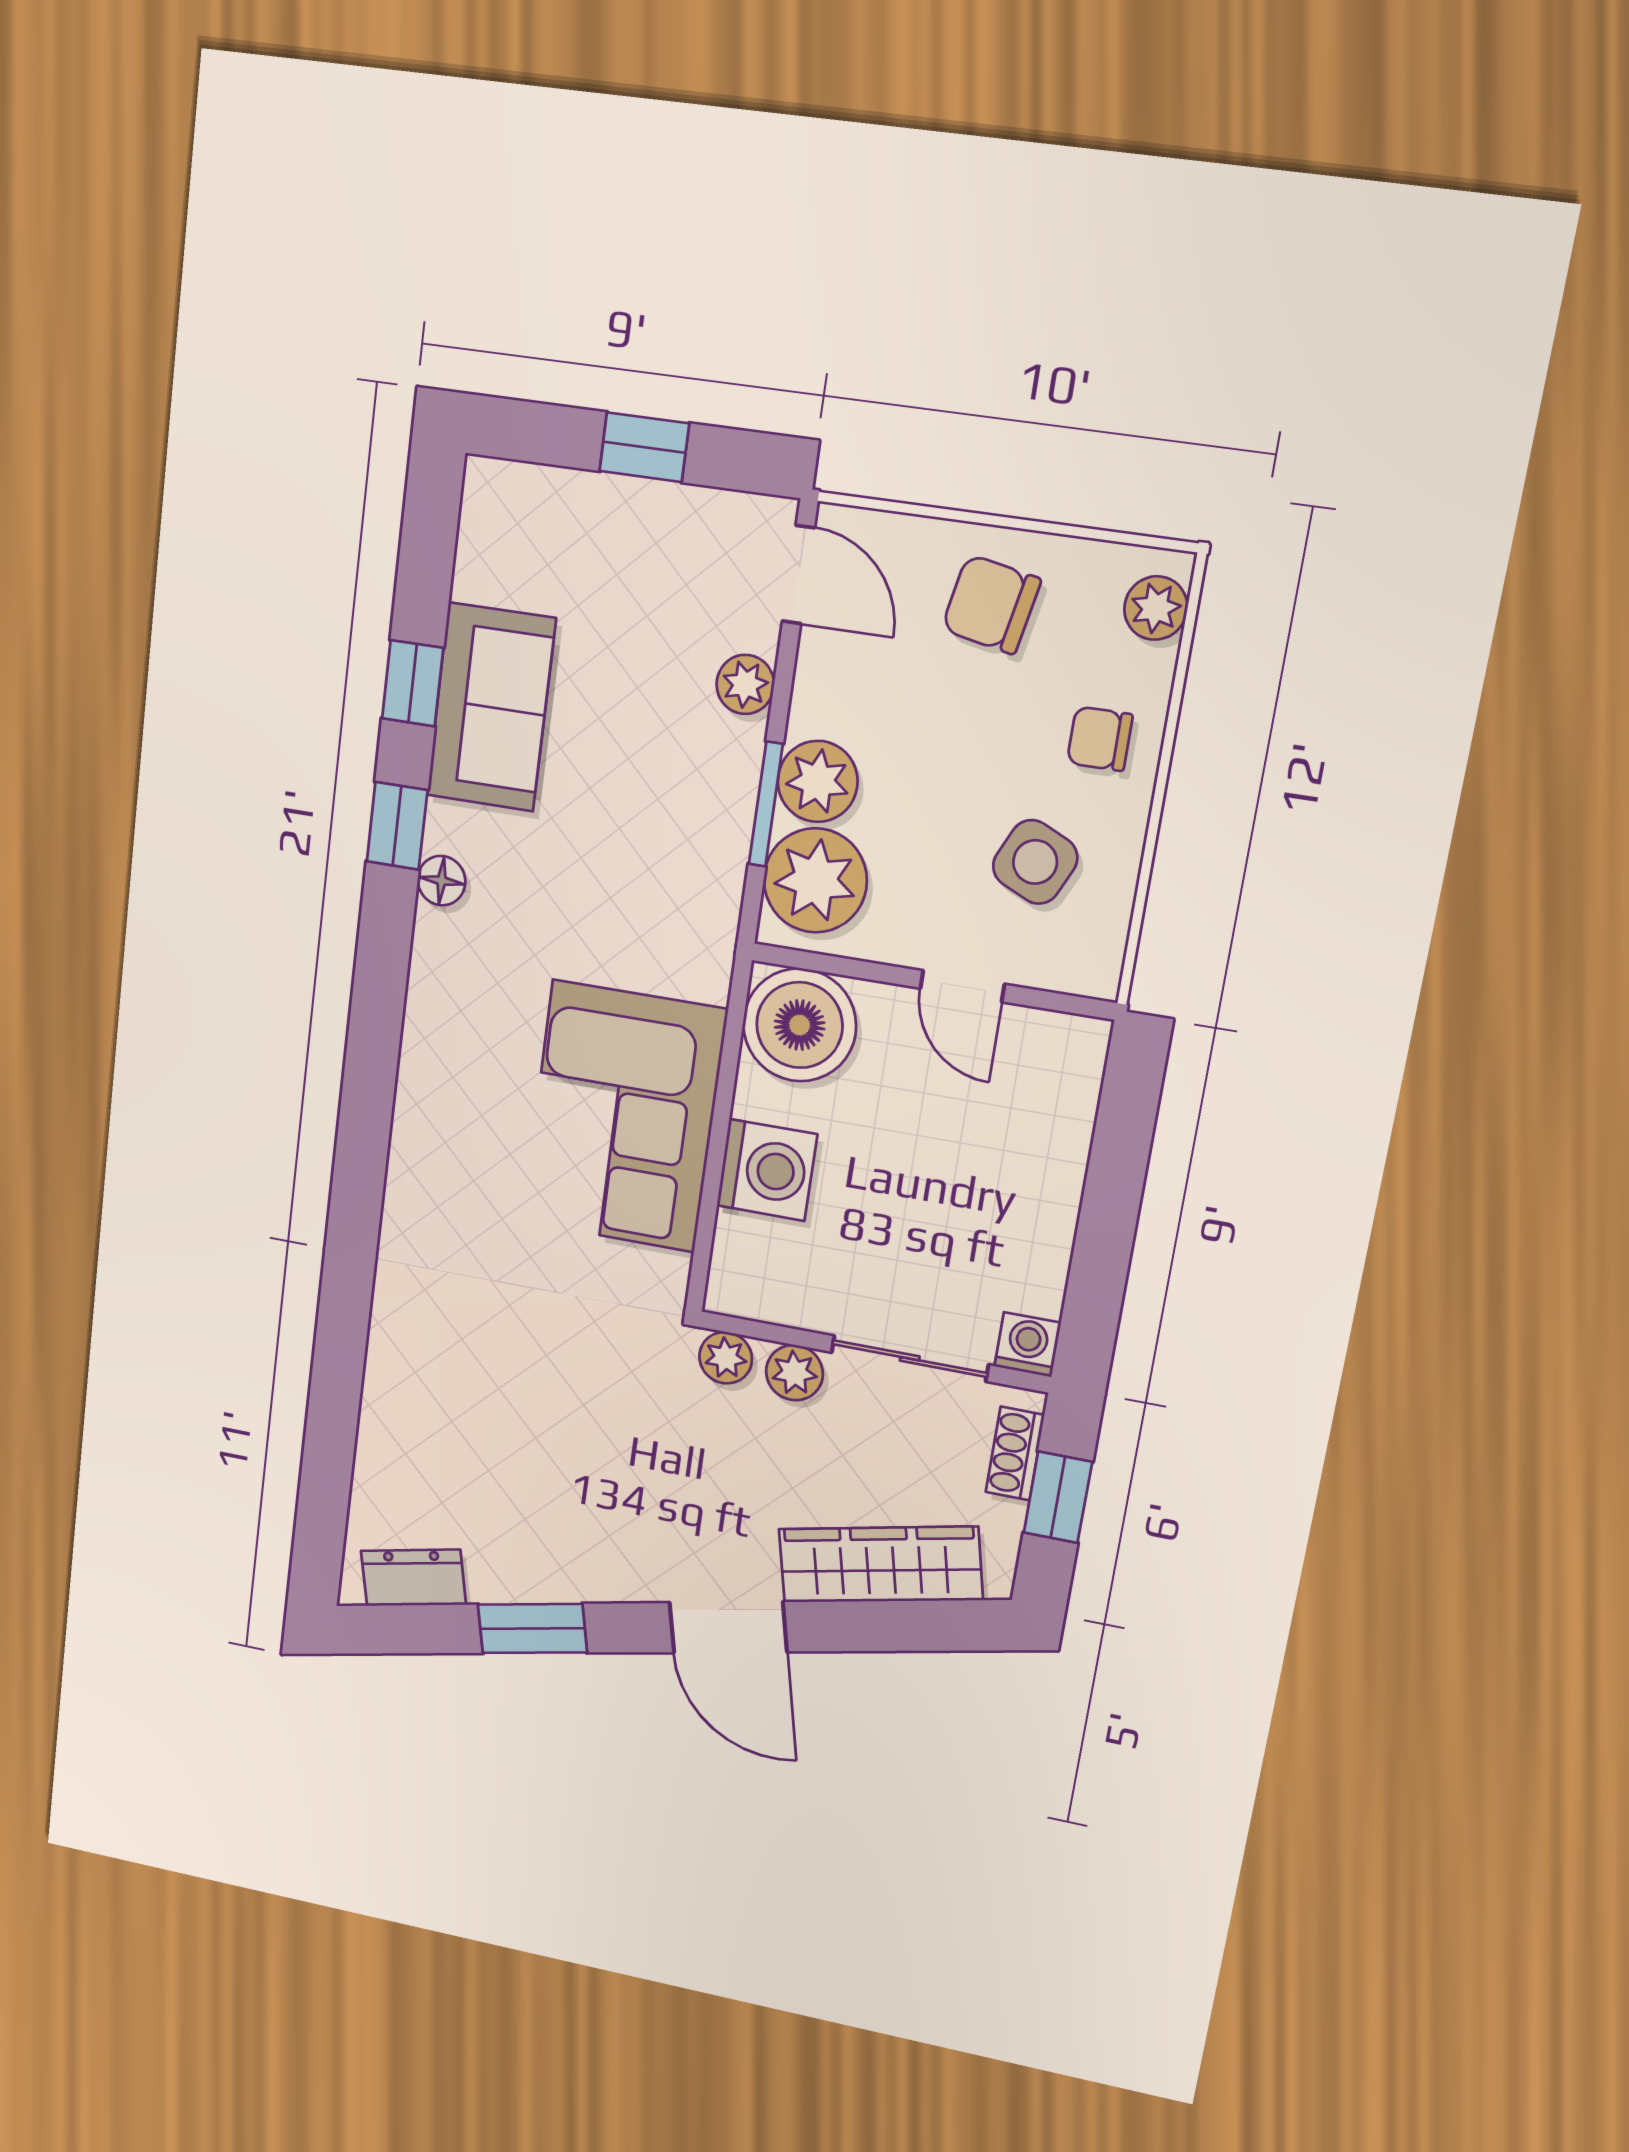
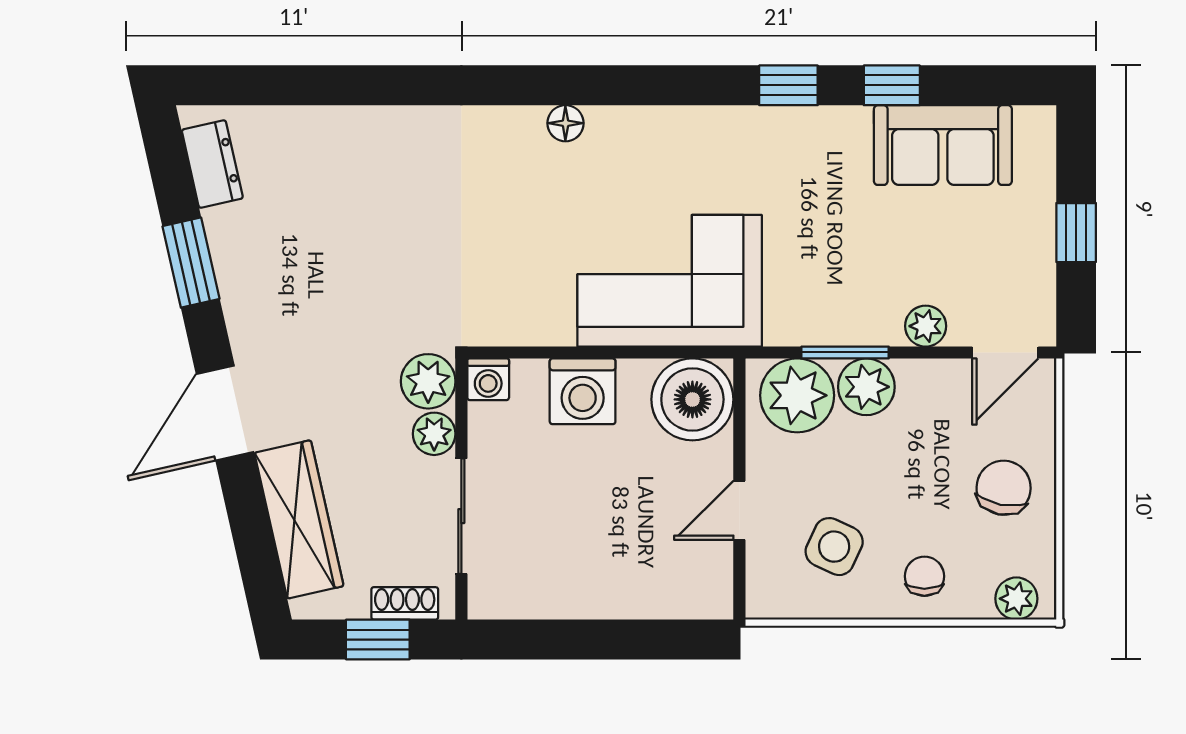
sofa: (491, 707) -> (943, 145), moved
floor lamp: (441, 881) -> (565, 123), moved
corner sofa: (624, 1117) -> (670, 281), moved
washing machine: (1028, 1345) -> (488, 379), moved, turned 90
plant: (726, 1358) -> (428, 381), width x1.38, depth x1.38

